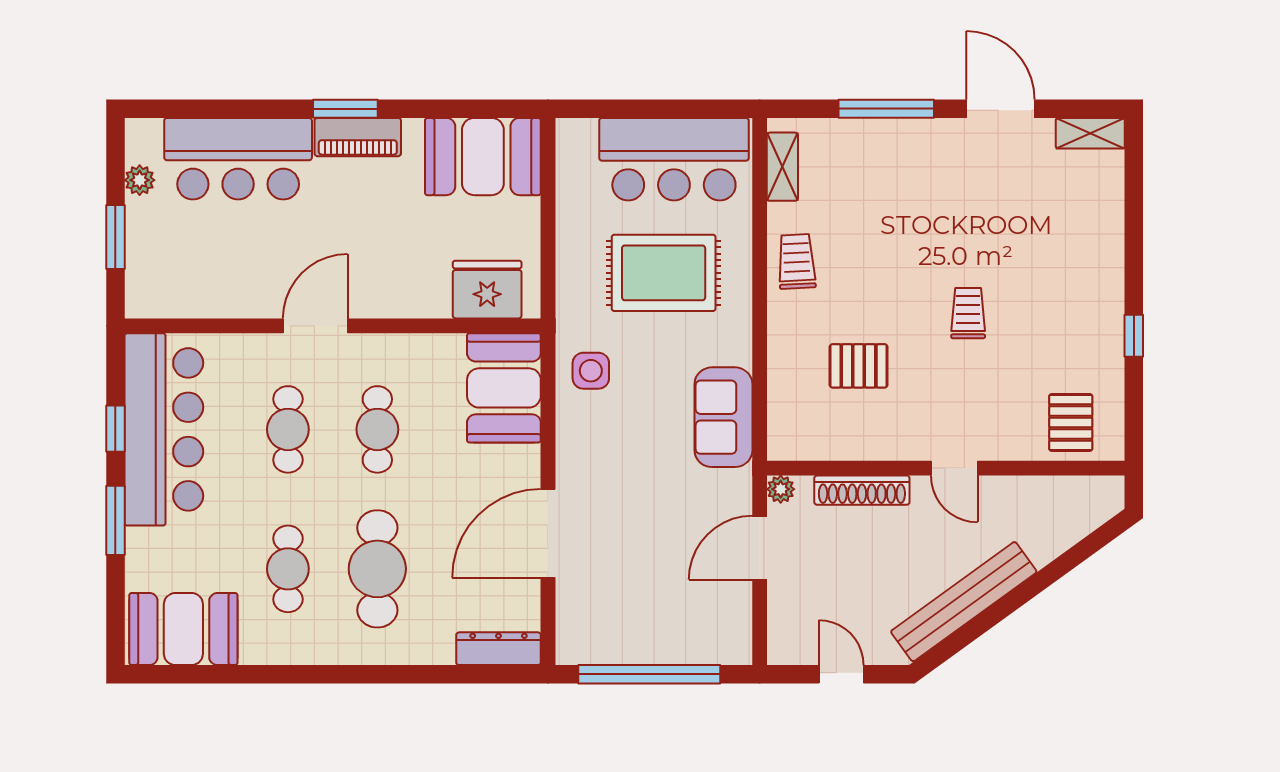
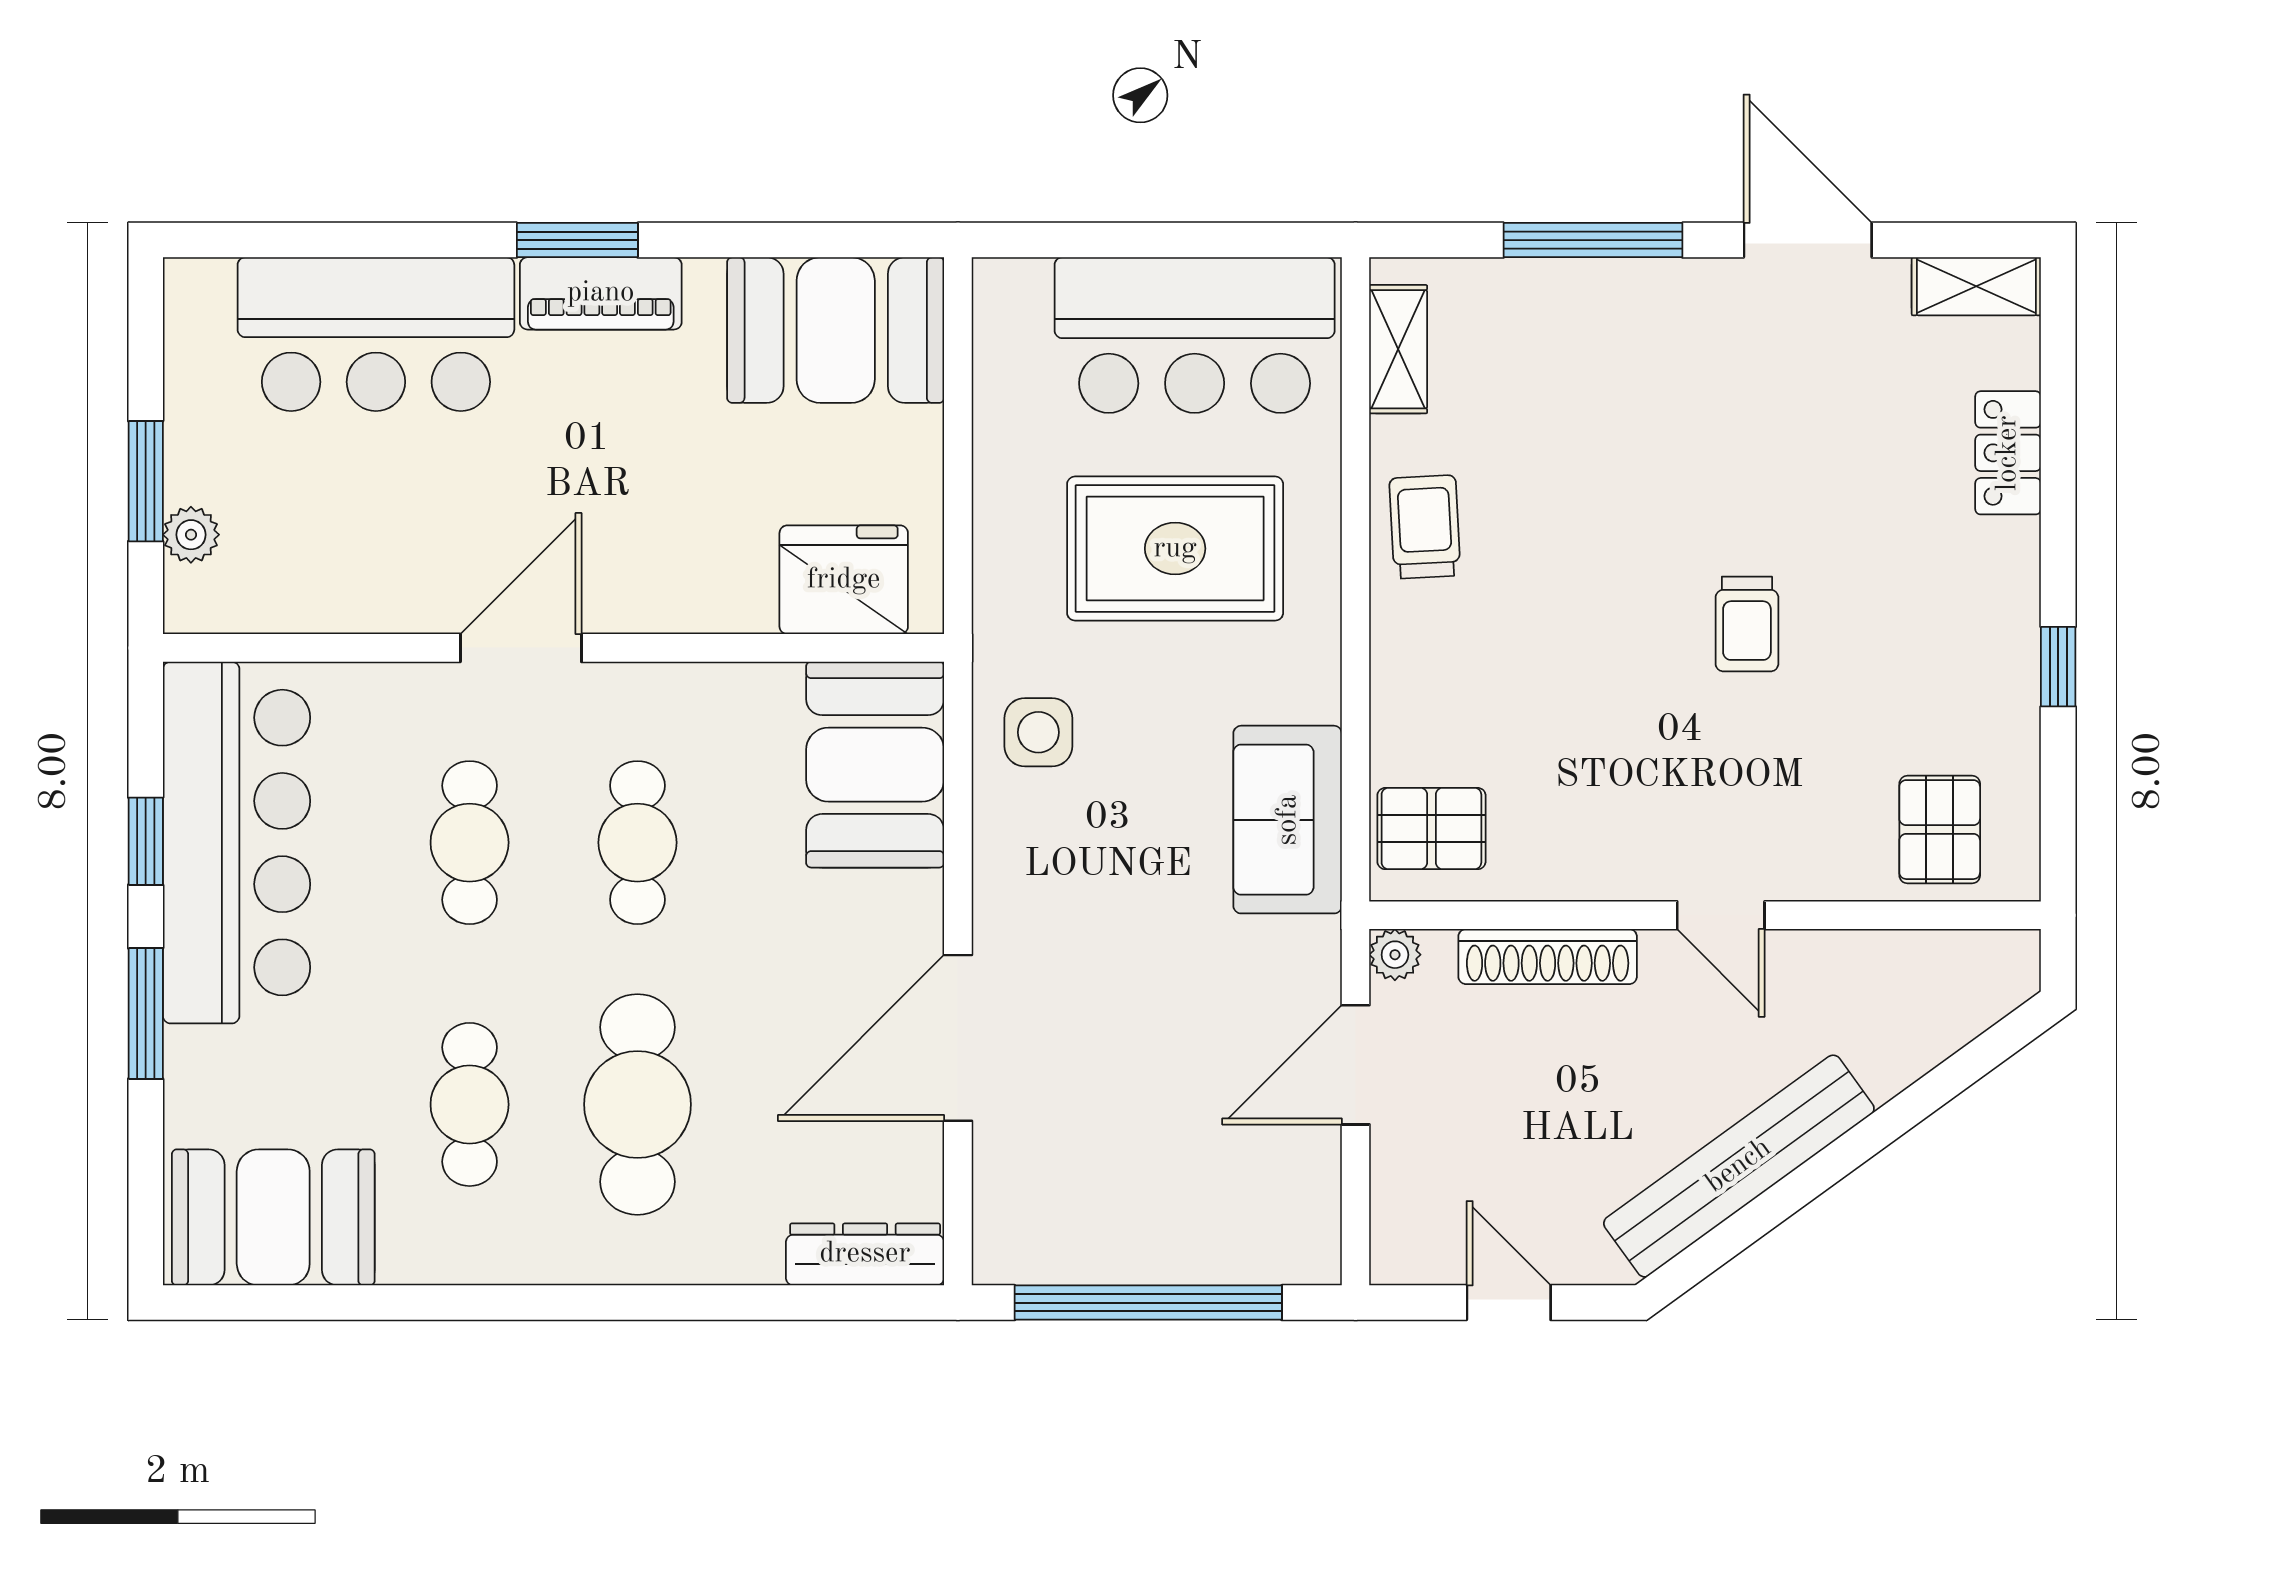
plant: (140, 180) -> (191, 535), moved
locker: (1107, 222) -> (2008, 453), added
trolley: (968, 313) -> (1747, 624), turned 180
pallet: (859, 366) -> (1431, 829), moved

